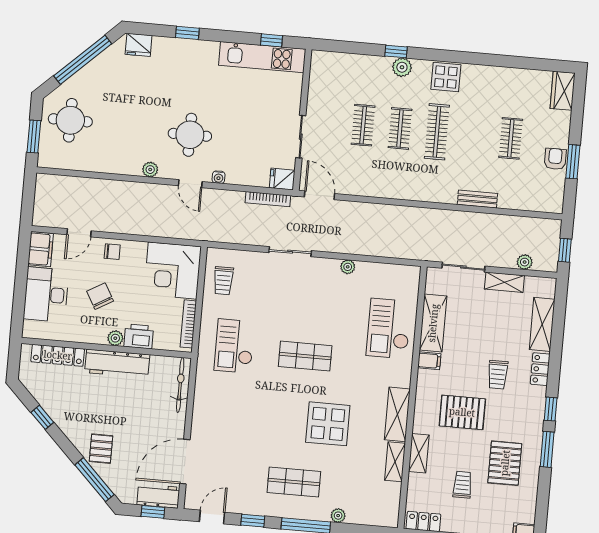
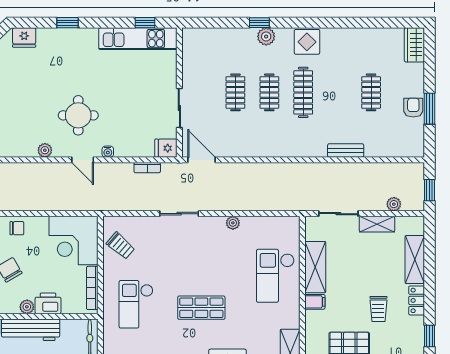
bookcase: (268, 199) -> (147, 168), width x0.64
trolley: (223, 281) -> (121, 246), turned -49

